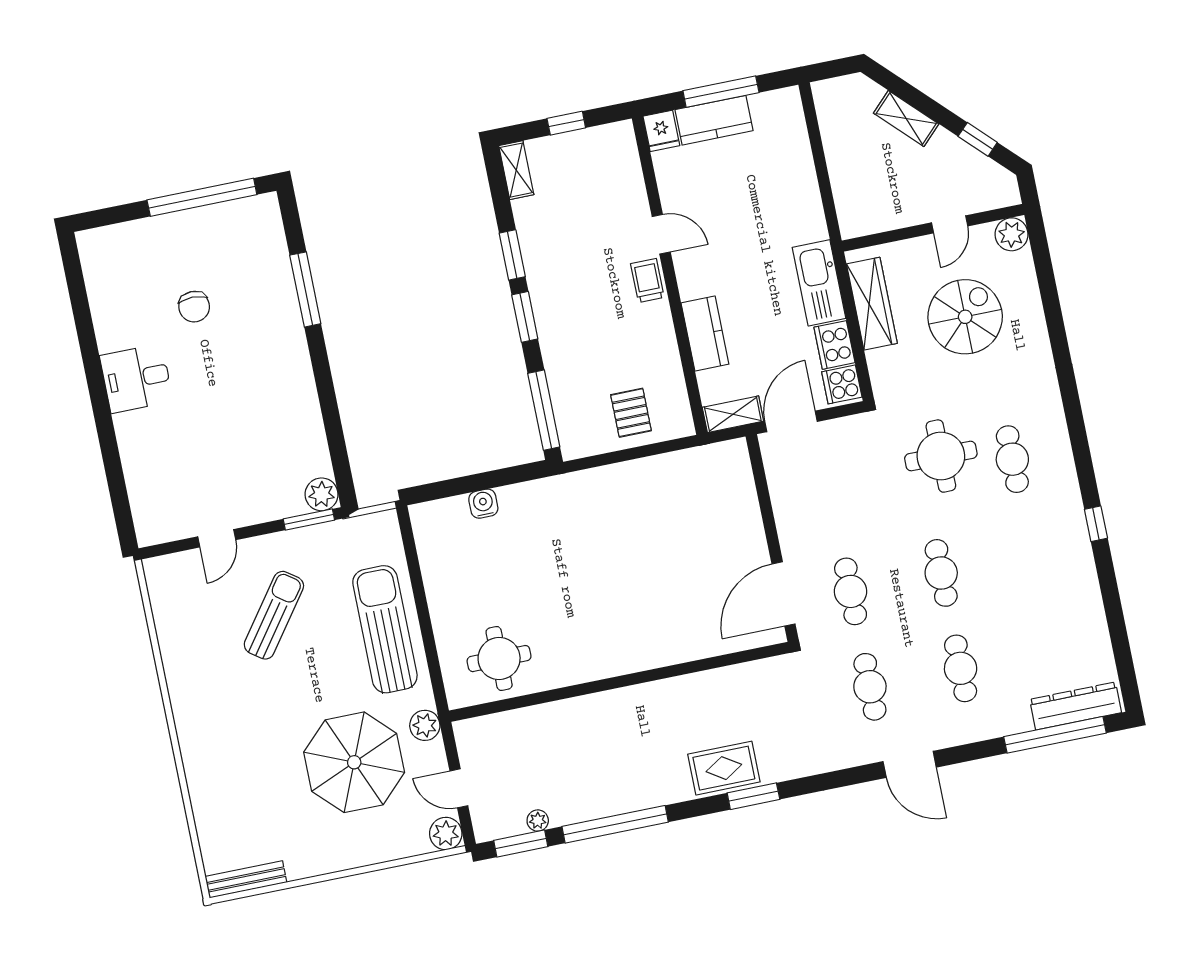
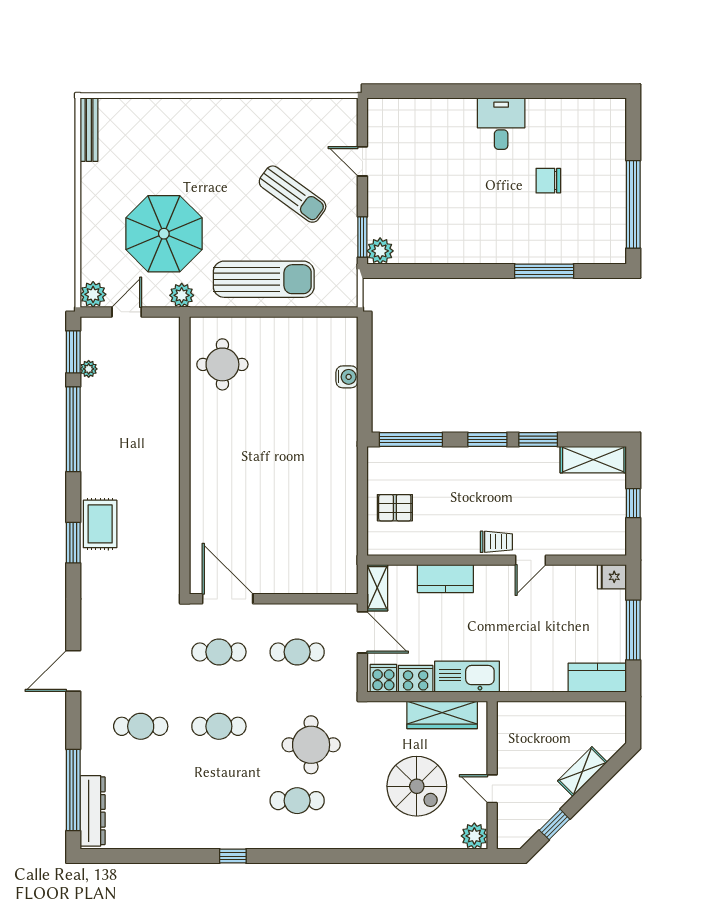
kitchen counter: (714, 120) -> (597, 678), moved, turned 90
shelving: (516, 170) -> (593, 460), width x1.50, depth x1.33
cafe table: (870, 687) -> (297, 652), moved

